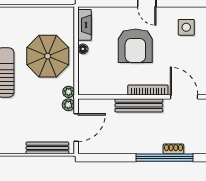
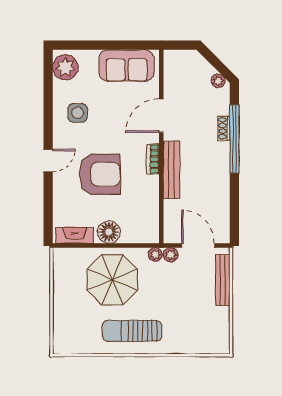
floor lamp: (83, 49) -> (109, 232), width x1.89, depth x1.89
bookcase: (148, 90) -> (153, 159), width x0.64

